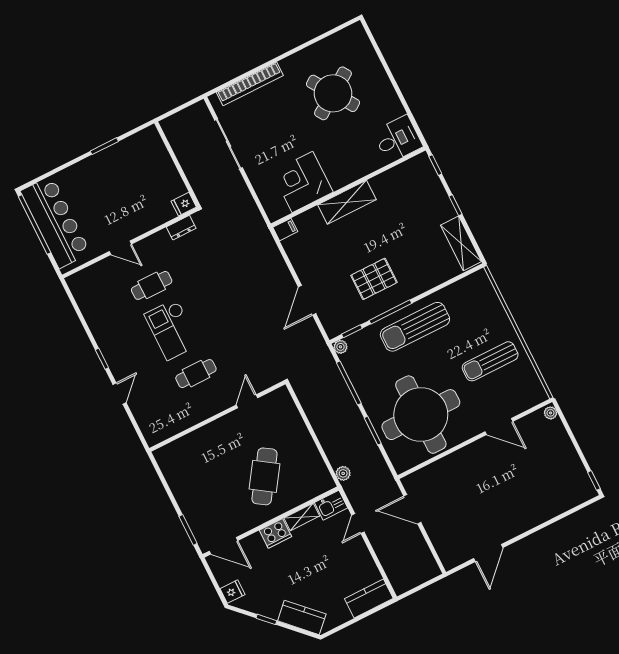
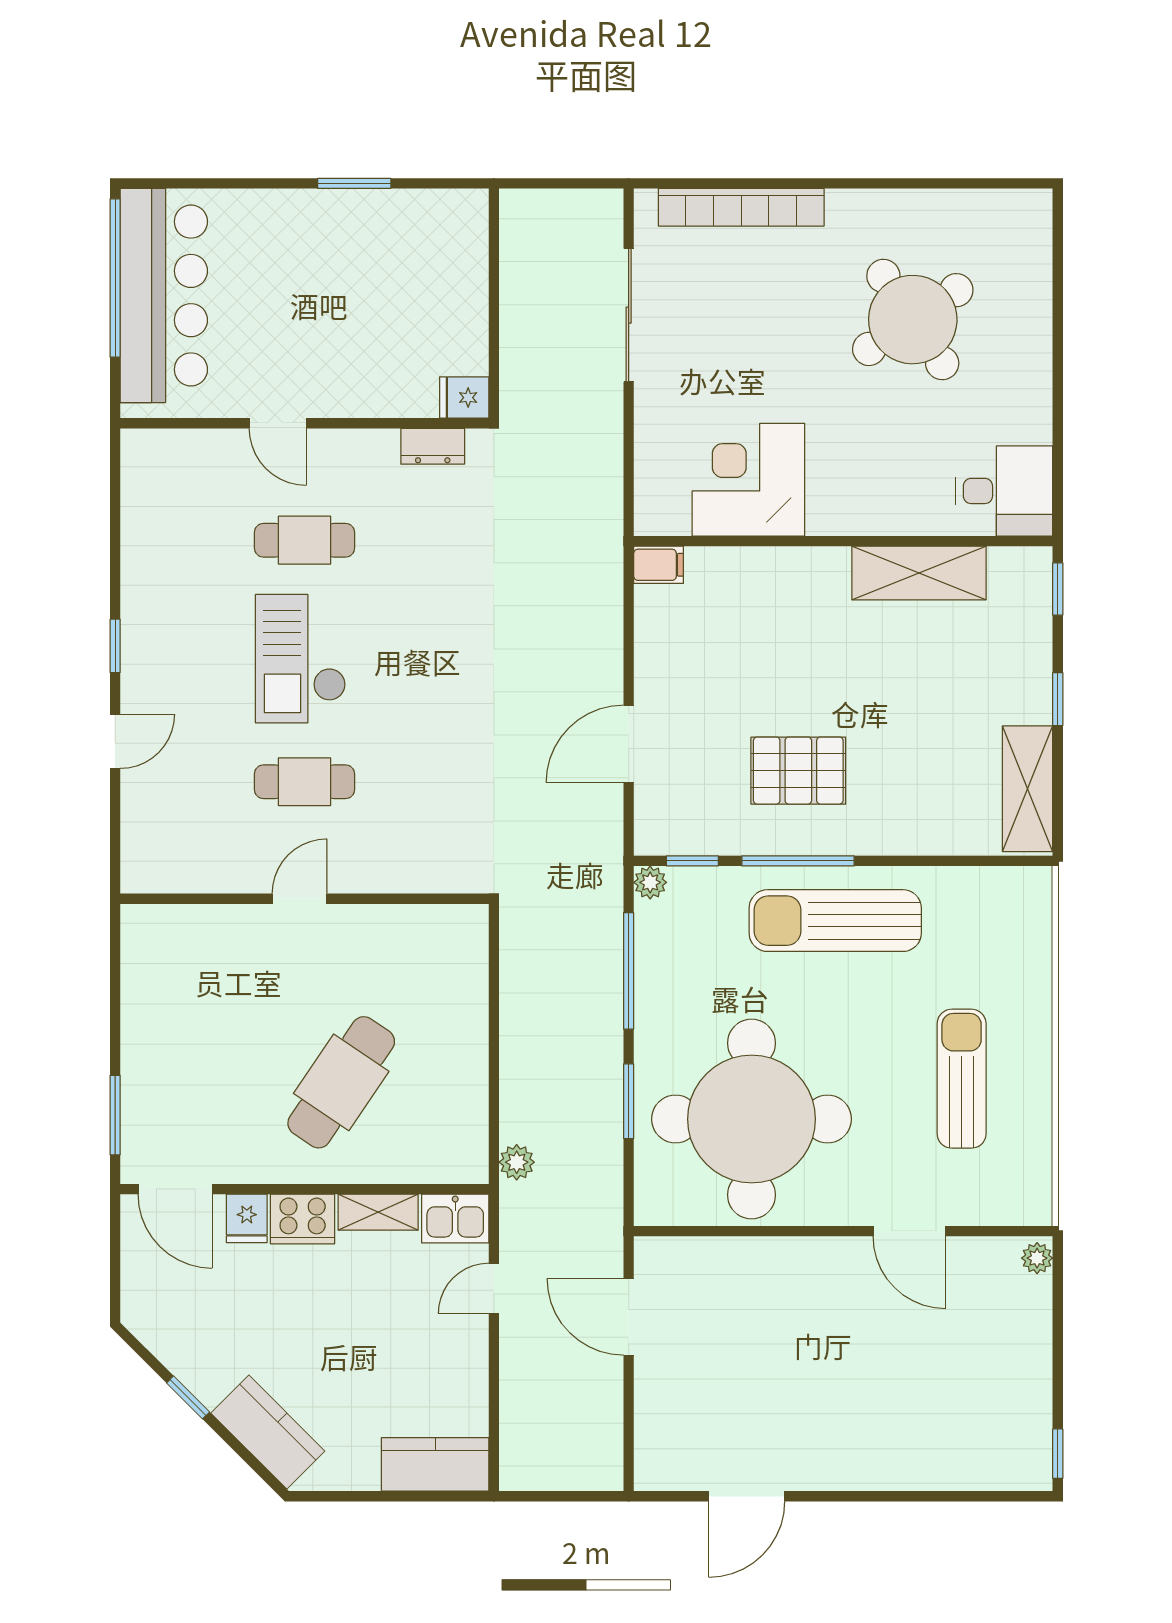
shelving: (347, 202) -> (919, 573), moved
sun lounger: (490, 361) -> (962, 1079), turned 90
door: (247, 401) -> (300, 899), moved
fridge: (232, 592) -> (247, 1218), moved, turned 90

